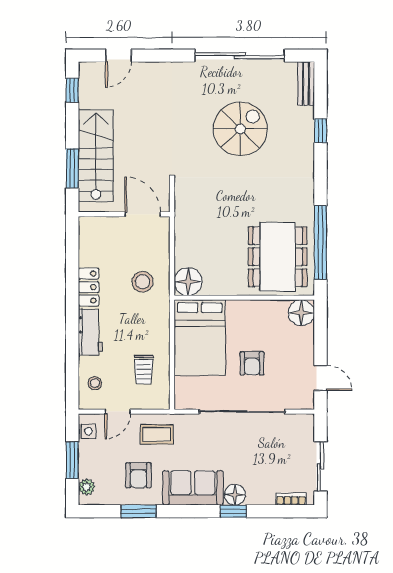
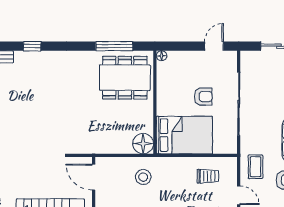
spiral stairs: (240, 129) -> (31, 105), removed
door: (143, 214) -> (94, 177), hinge flipped
window: (320, 243) -> (114, 46), width x0.68
floor lamp: (301, 313) -> (162, 56), width x0.53, depth x0.53

